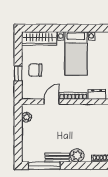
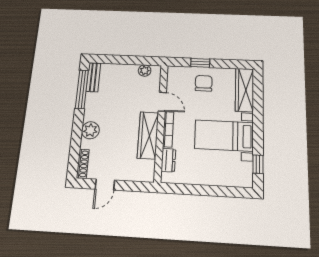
window: (96, 28) -> (258, 164), added
wardrobe: (79, 111) -> (148, 135), added
bench: (57, 158) -> (93, 77), moved

